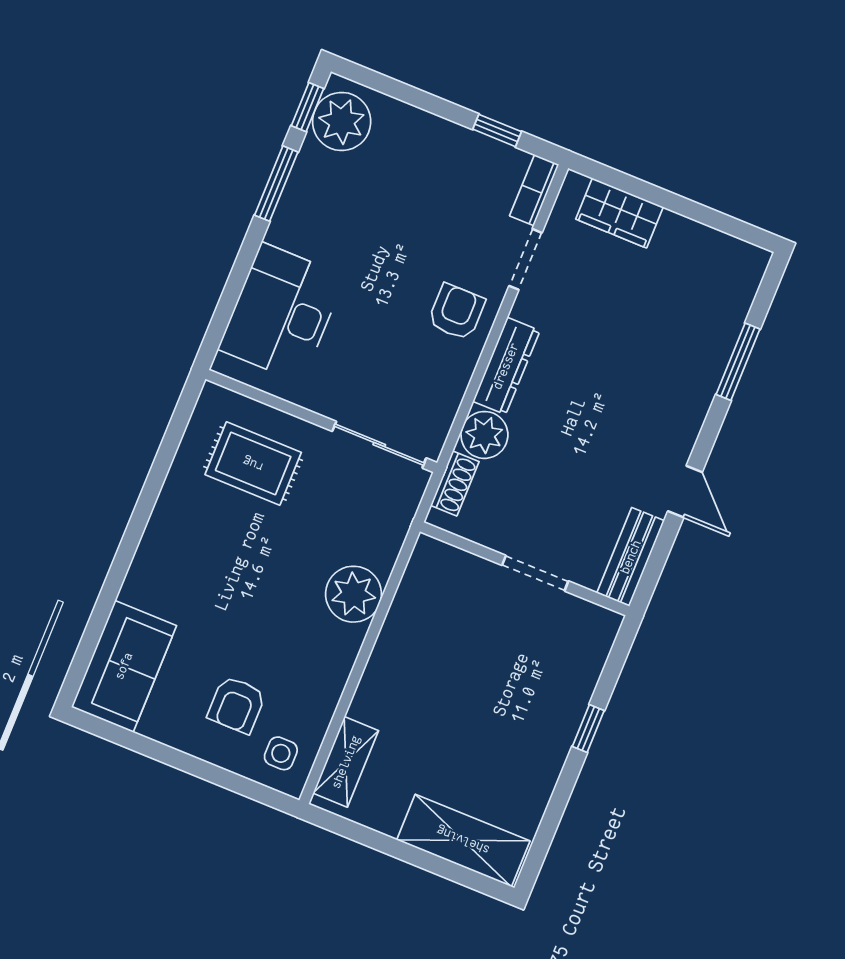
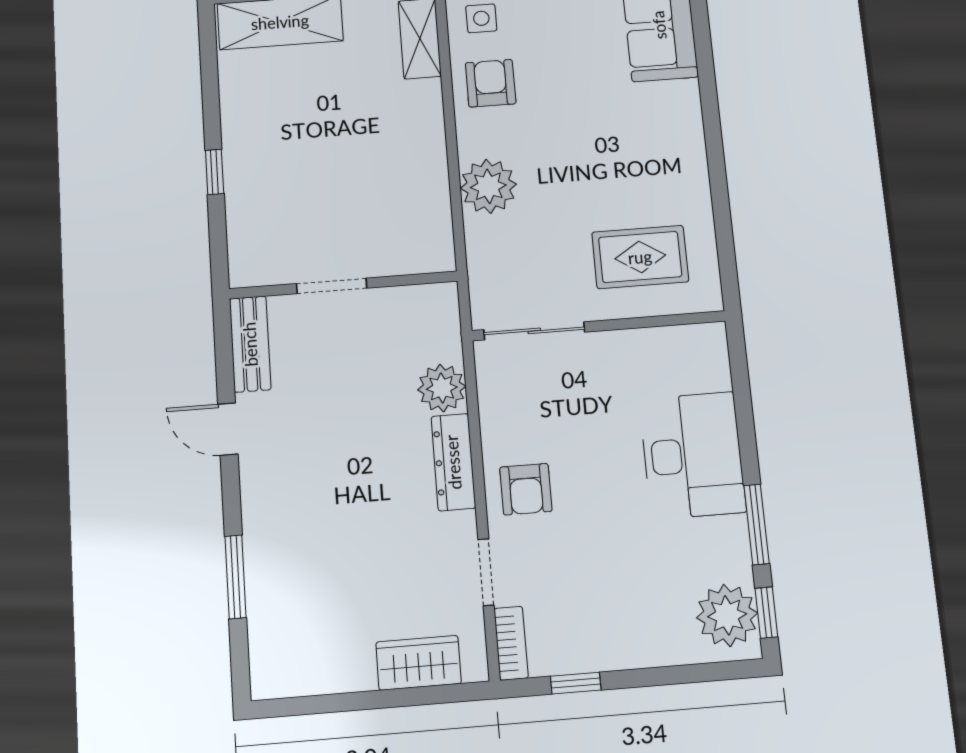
desk: (282, 313) -> (692, 455), moved
shoe rack: (455, 484) -> (447, 330), removed
armchair: (237, 705) -> (491, 83), moved

